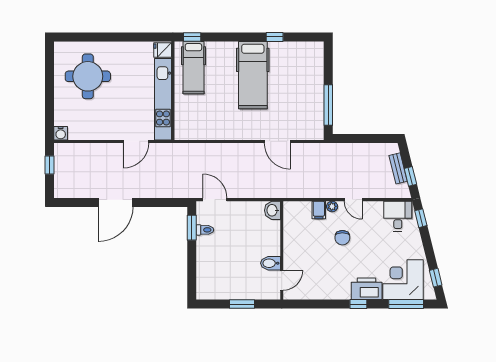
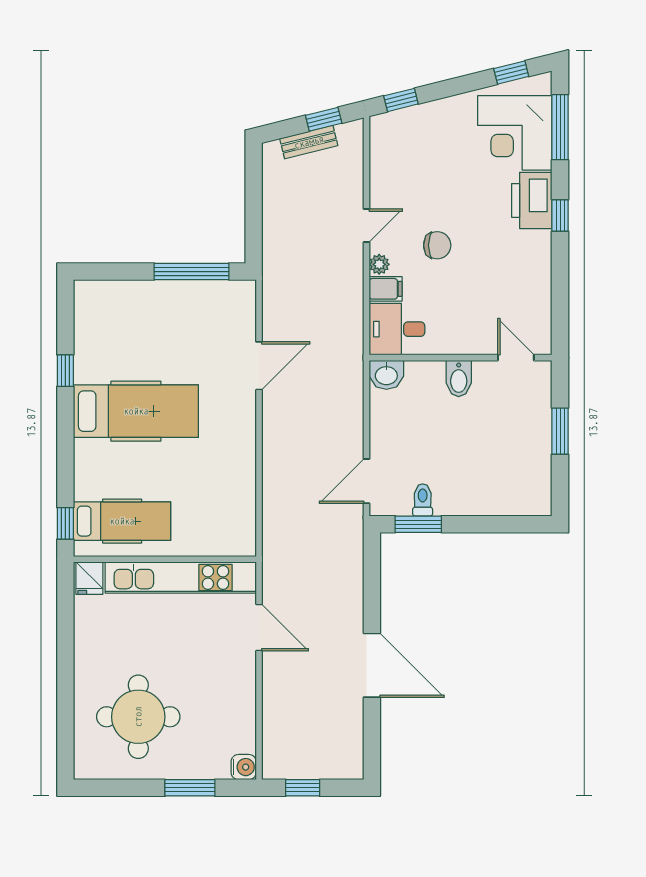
window: (49, 104) -> (190, 788), added
desk: (398, 216) -> (397, 329), moved
bidet: (270, 263) -> (459, 378), moved

